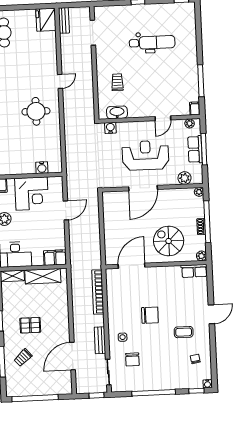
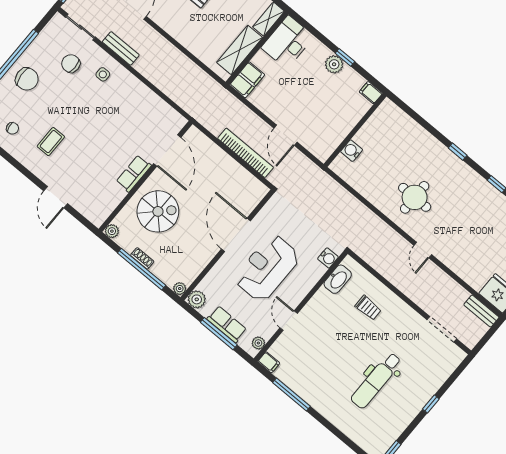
reception desk: (145, 155) -> (267, 268), turned 180
plant: (185, 178) -> (197, 299), moved
corner desk: (32, 194) -> (335, 116), removed
row of seats: (194, 271) -> (134, 173), moved
bookcase: (98, 292) -> (246, 153), moved
door: (211, 314) -> (56, 197), moved
chair: (150, 315) -> (27, 79), moved, turned -96

